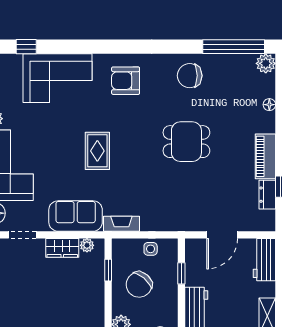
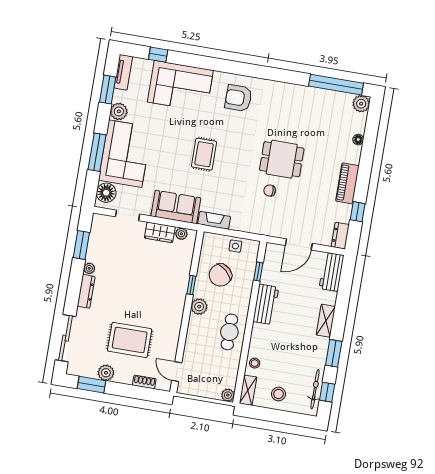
chair: (190, 76) -> (270, 191), moved, width x0.54, depth x0.54
dresser: (267, 195) -> (340, 236), moved
window: (108, 270) -> (191, 285), moved

